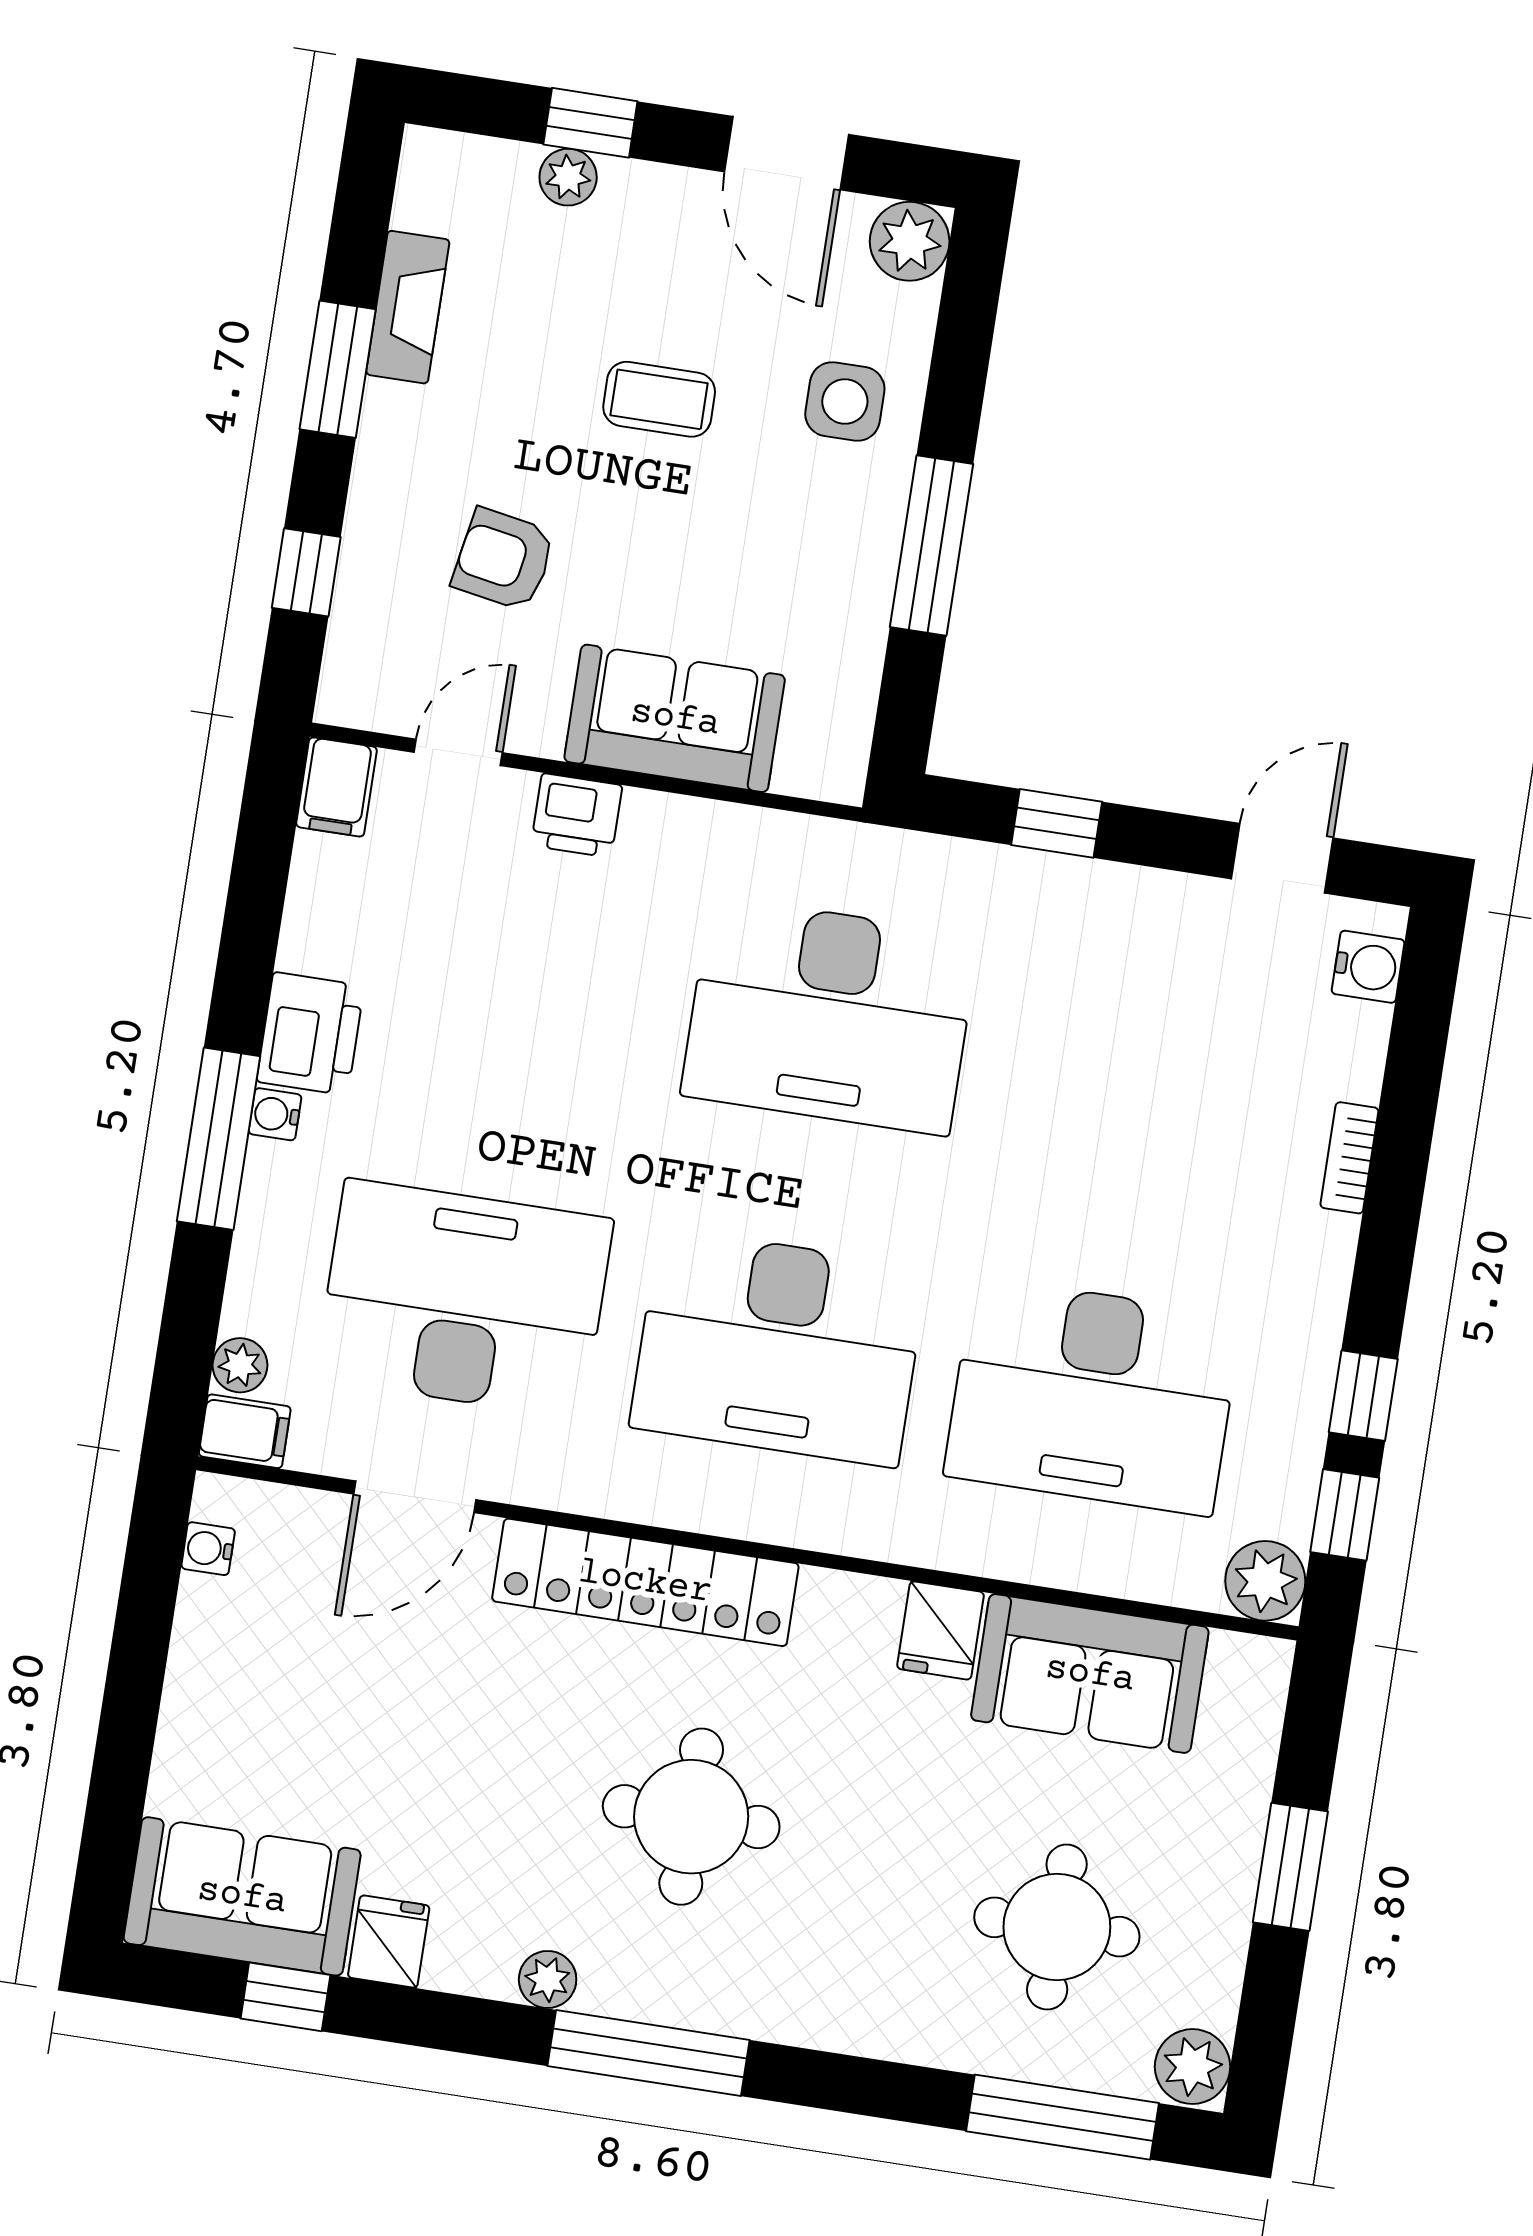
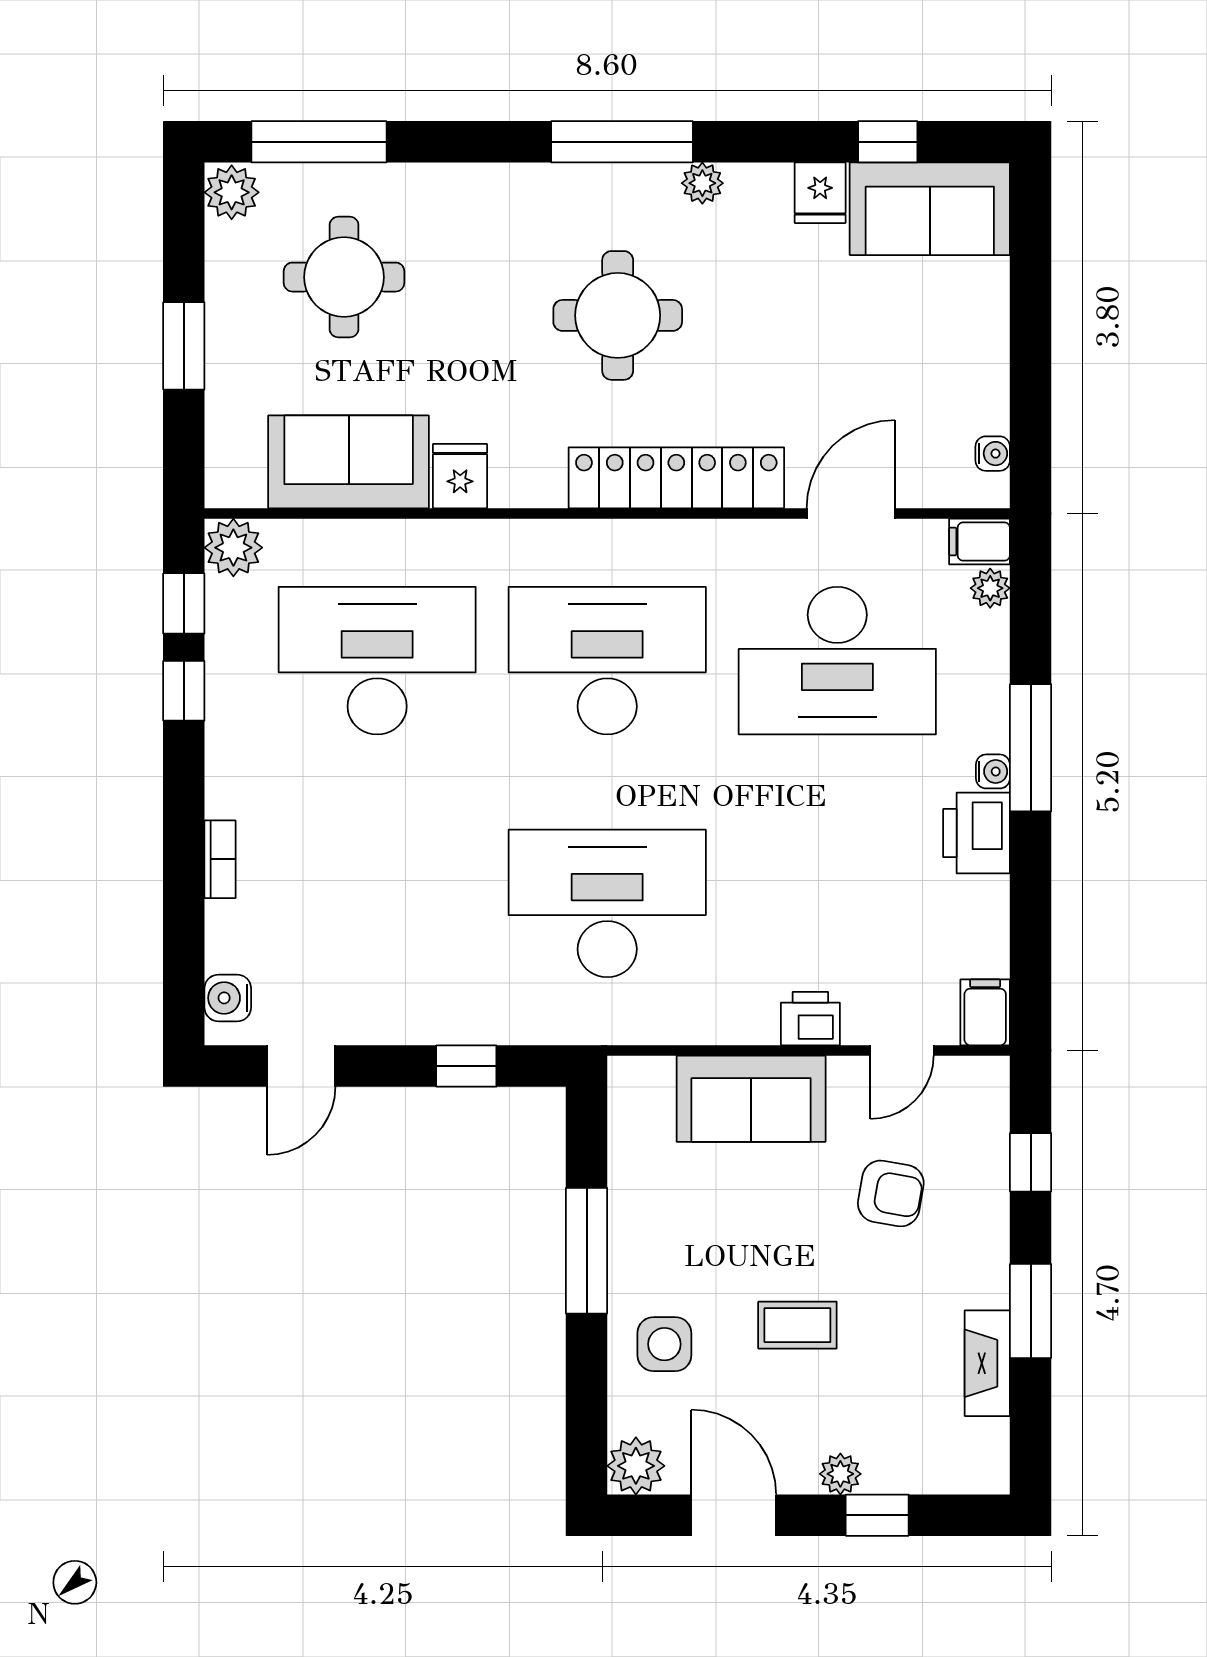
plant: (568, 177) -> (840, 1474), moved

